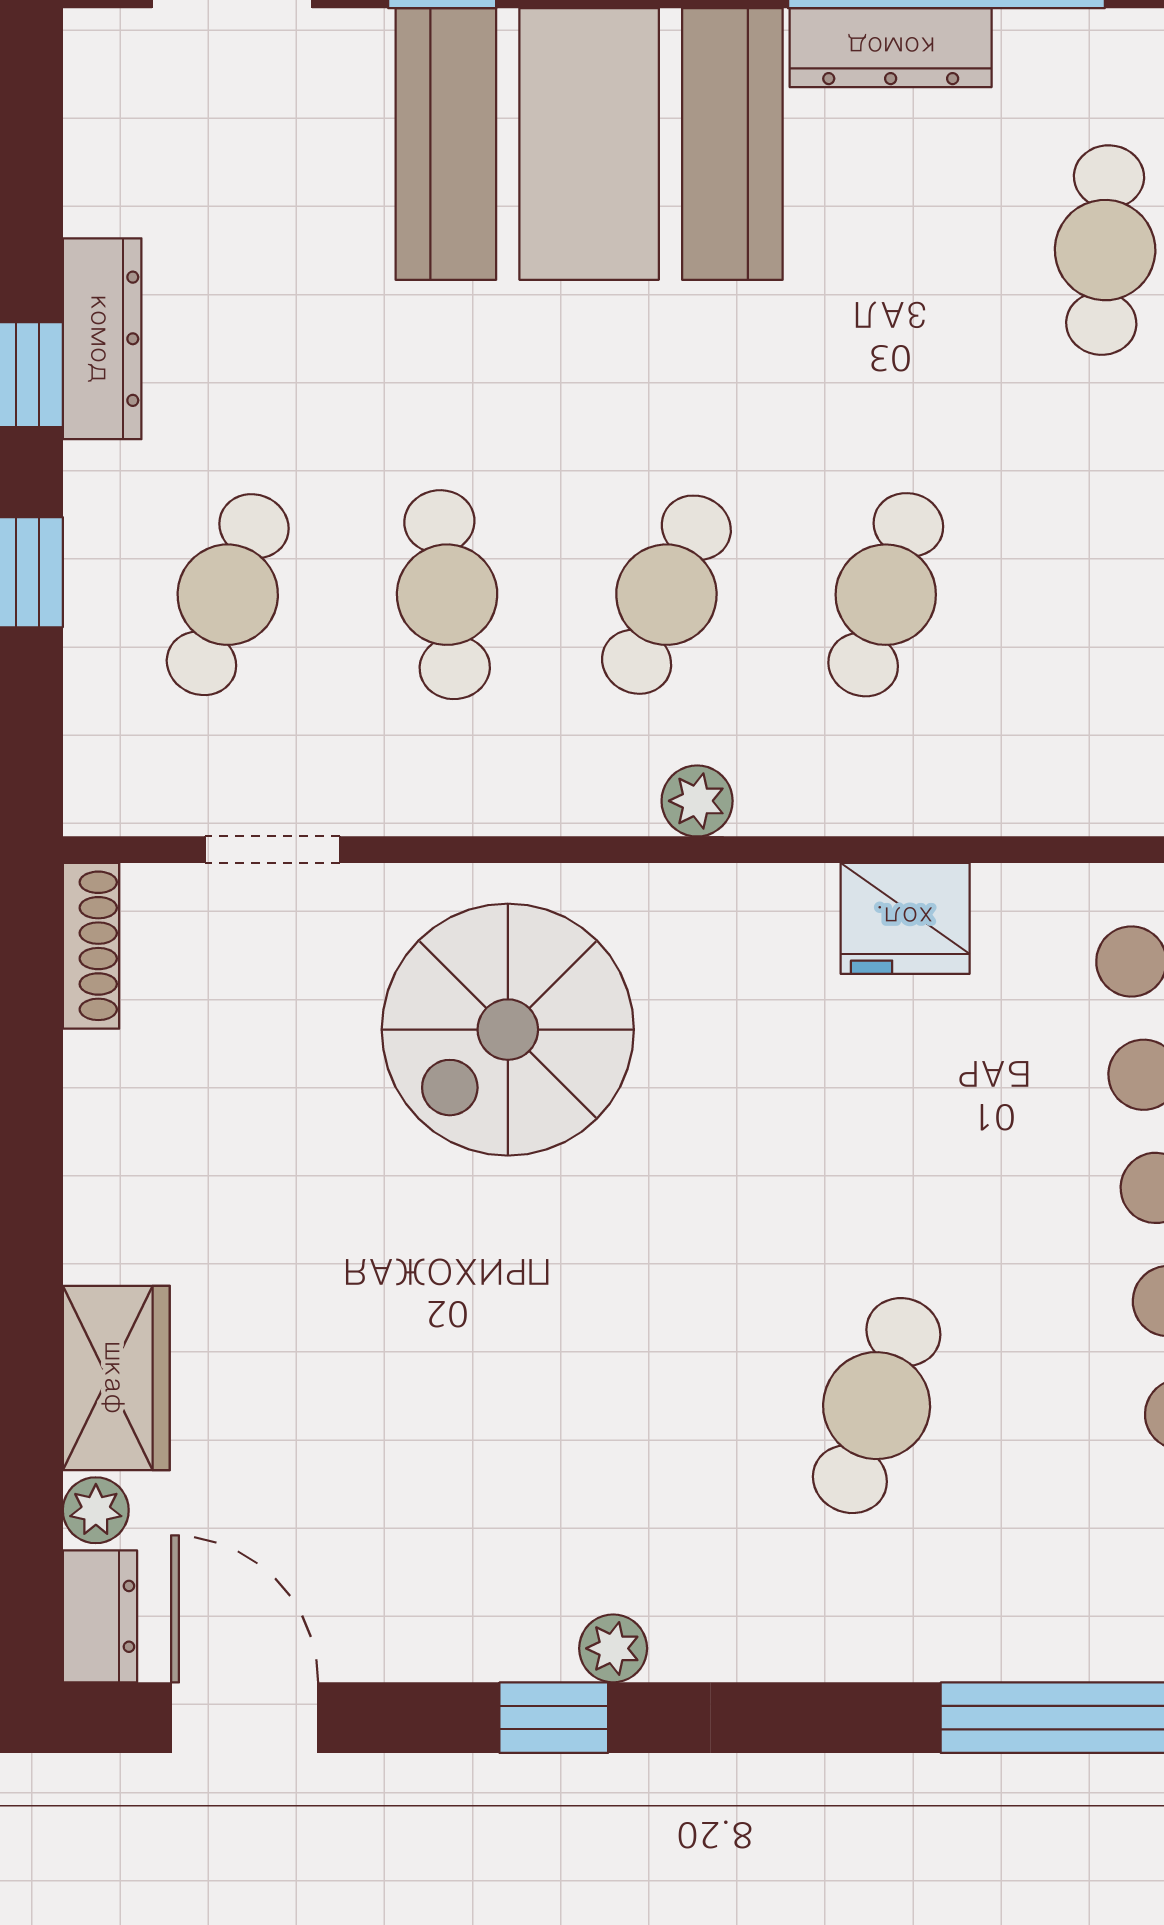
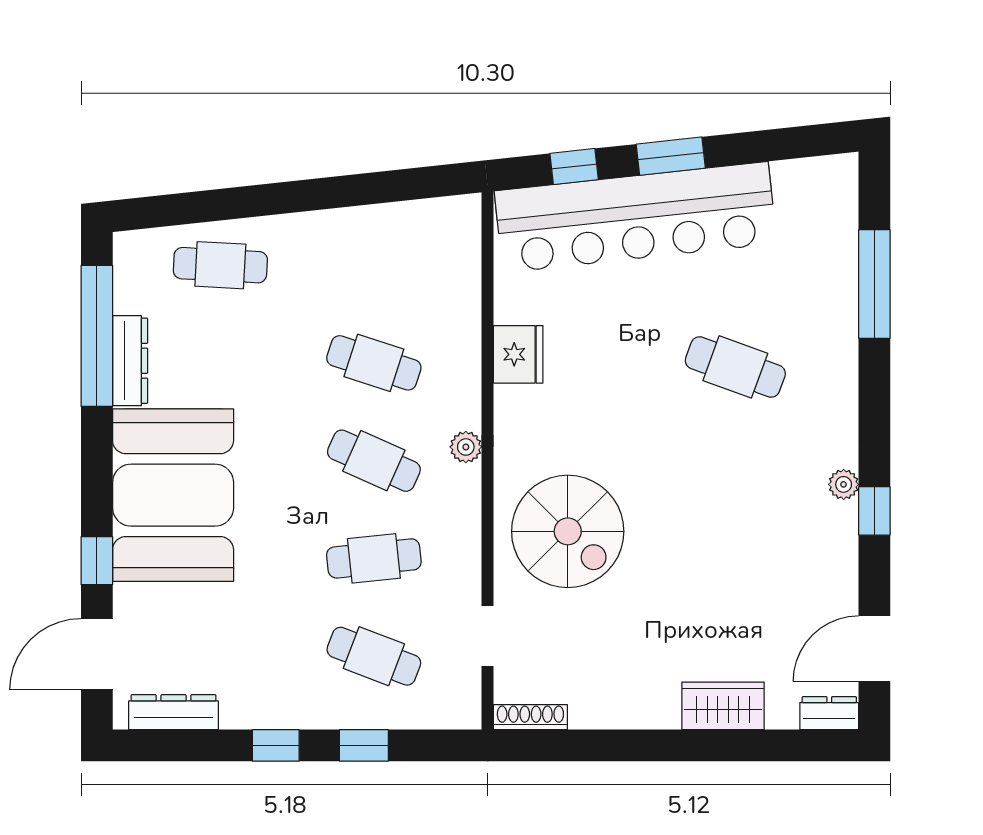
dresser: (102, 339) -> (174, 712), moved
plant: (96, 1510) -> (782, 715), removed

